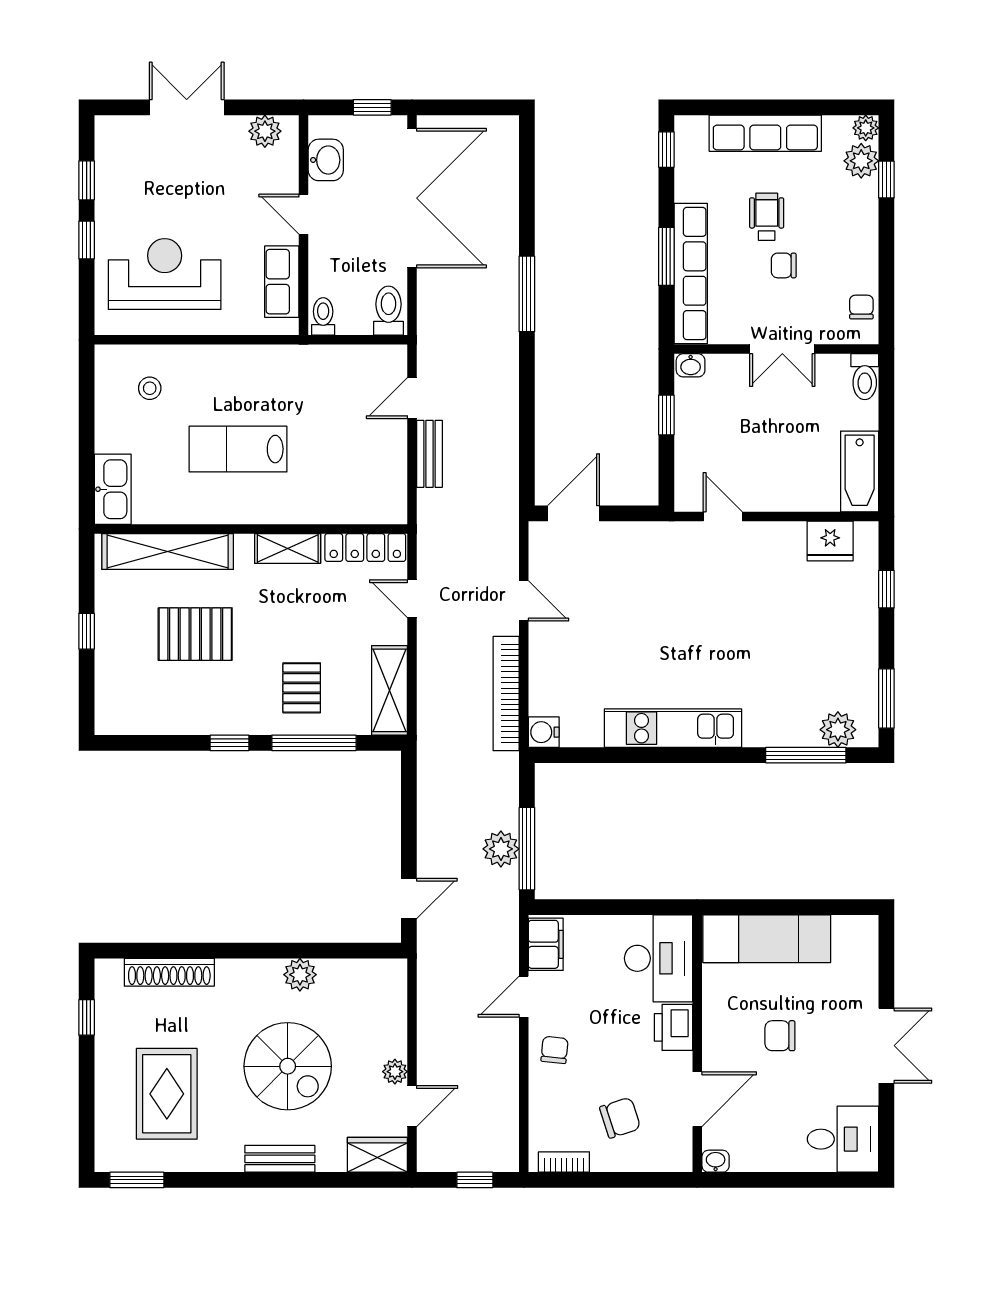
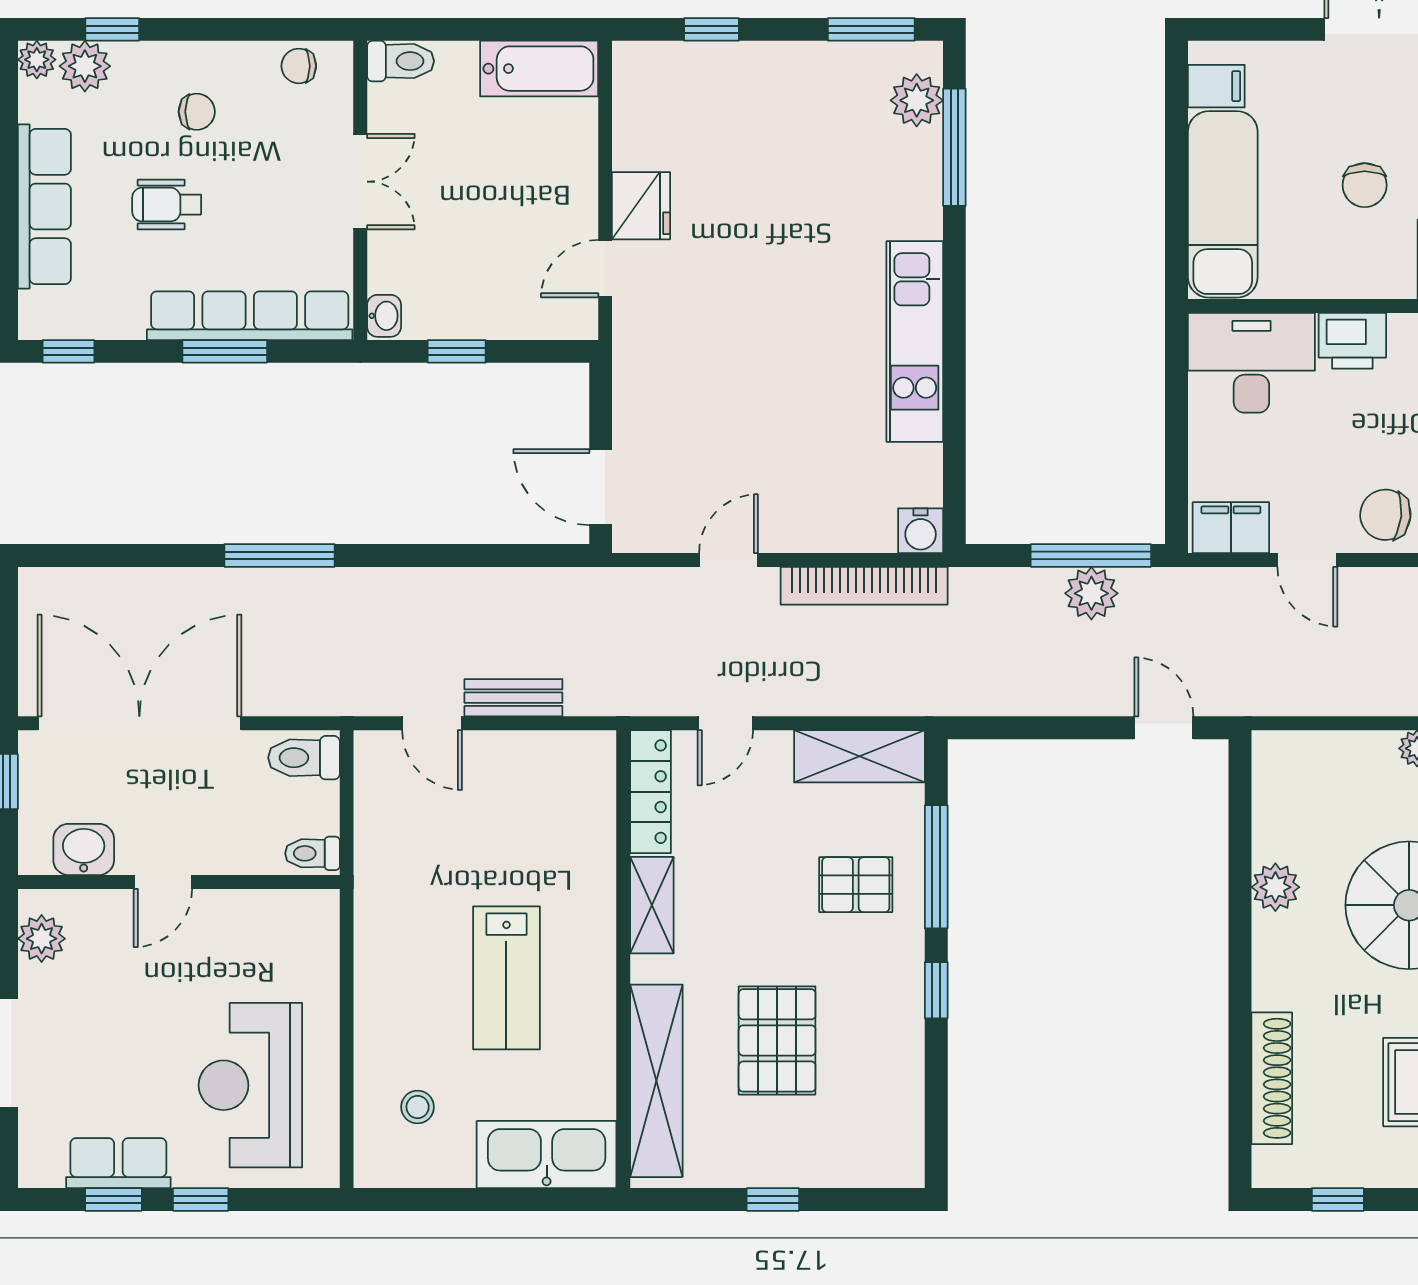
chair: (784, 265) -> (197, 112), moved, turned -90
row of seats: (282, 282) -> (118, 1163), moved, turned 180
kitchen sink: (113, 489) -> (547, 1155), width x1.36, depth x1.24
fridge: (830, 541) -> (641, 206), moved
filing cabinet: (848, 934) -> (1216, 86), added
chair: (555, 1050) -> (1385, 515), width x1.37, depth x1.37

